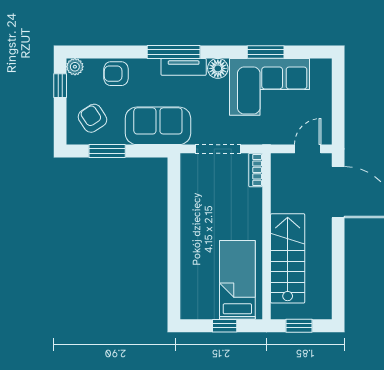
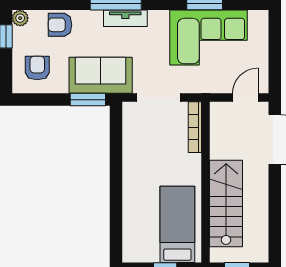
floor lamp: (218, 68) -> (158, 20), removed
armchair: (92, 118) -> (37, 68), turned 33
window: (107, 151) -> (88, 100), moved
bookcase: (256, 170) -> (195, 127), width x1.56

